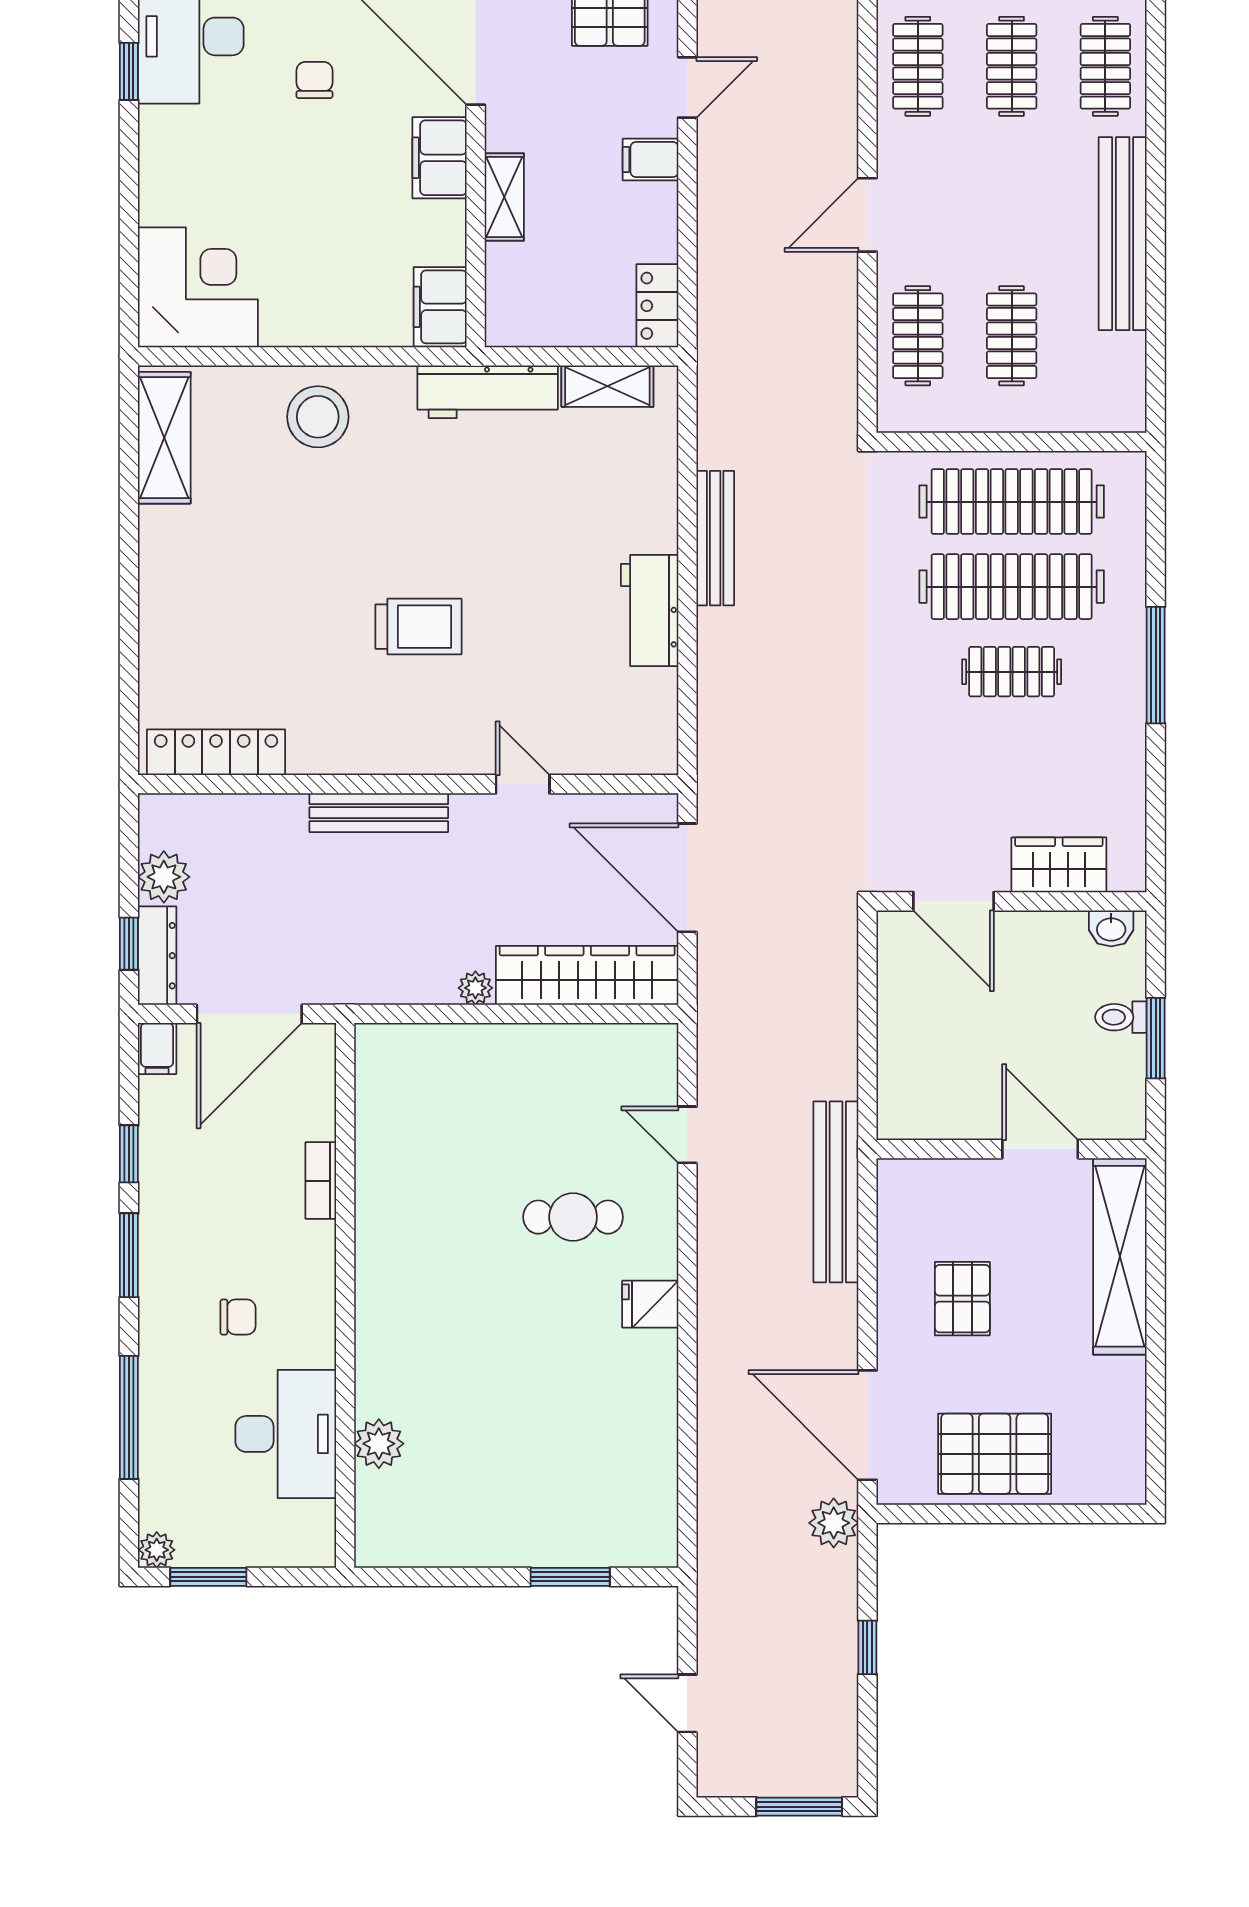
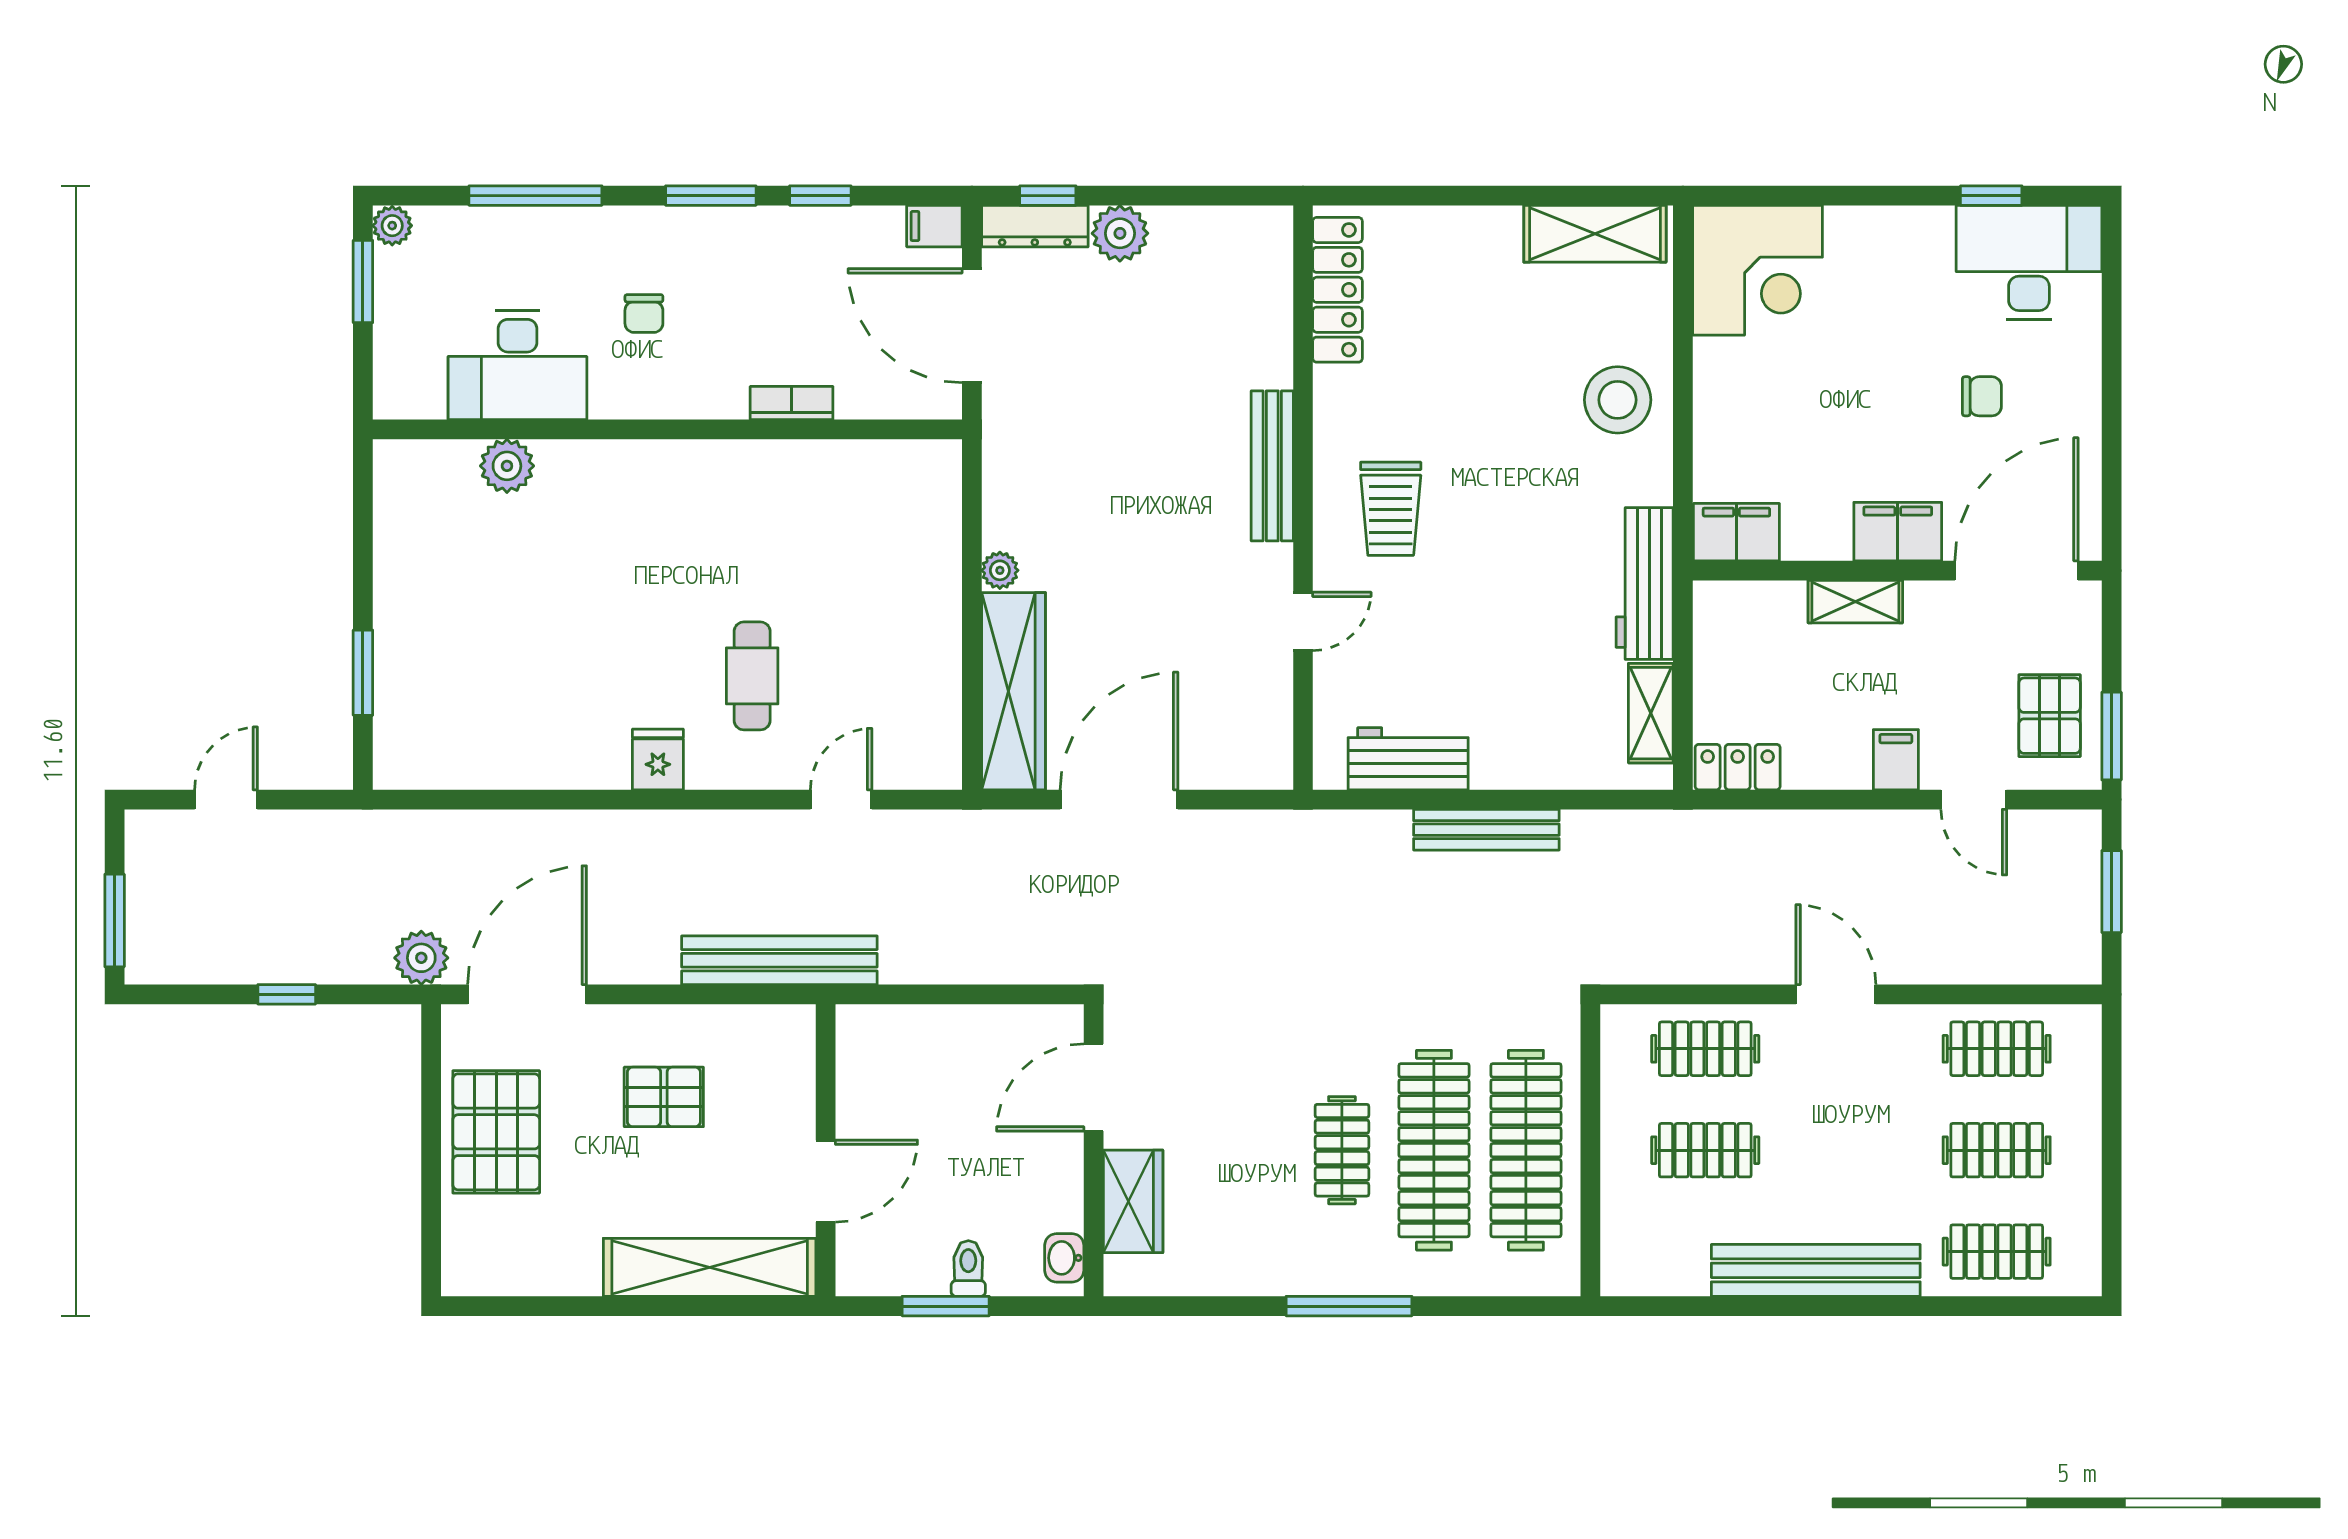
locker: (216, 752) -> (1338, 290), moved
wall: (408, 784) -> (1303, 498), moved
door: (523, 784) -> (1303, 621), moved
bench: (379, 813) -> (1272, 466), moved

